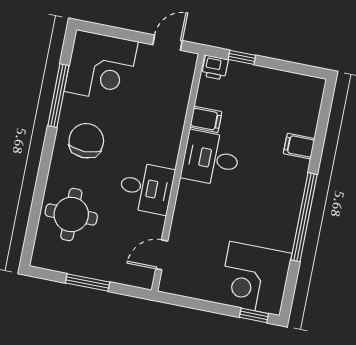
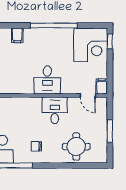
filing cabinet: (206, 119) -> (102, 86), moved
chair: (86, 141) -> (36, 146), width x0.54, depth x0.54
desk: (211, 158) -> (47, 80), moved

